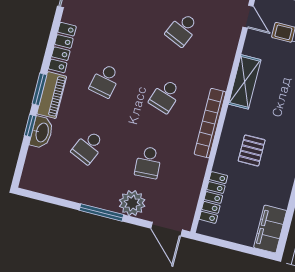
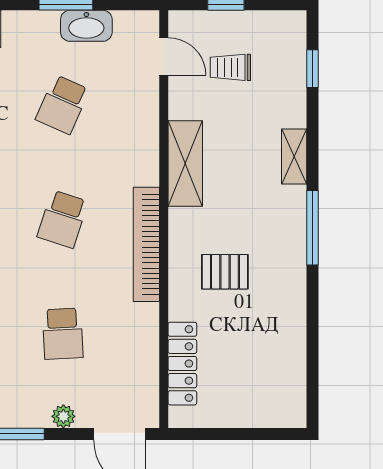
pallet: (252, 150) -> (225, 272), turned 90
plant: (132, 203) -> (63, 416), width x0.53, depth x0.53
filing cabinet: (270, 229) -> (287, 391), removed

